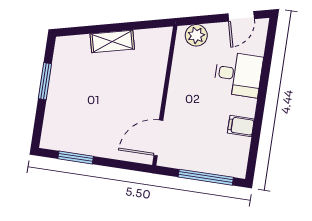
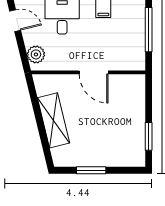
shelving: (112, 41) -> (54, 120), width x1.50, depth x1.33
door: (158, 138) -> (94, 72), moved

